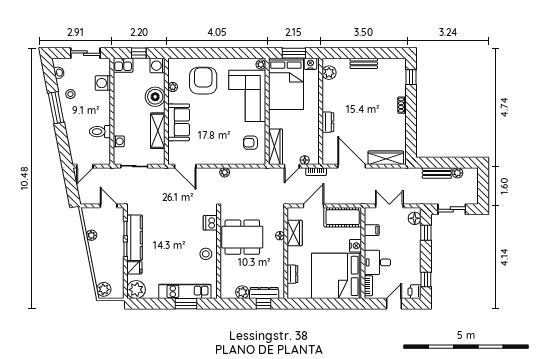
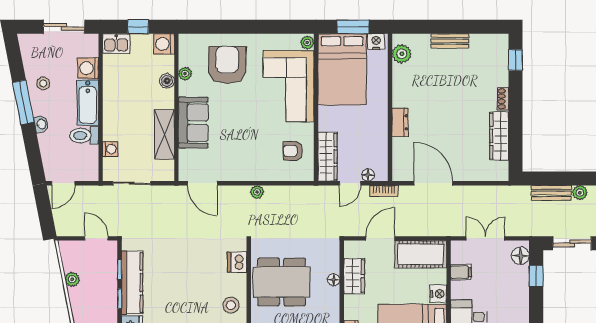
washbasin: (59, 73) -> (41, 124), moved
boiler: (155, 97) -> (167, 81), width x0.54, depth x0.54
bathtub: (103, 108) -> (88, 103), added
wardrobe: (386, 158) -> (499, 136), moved, turned -90

